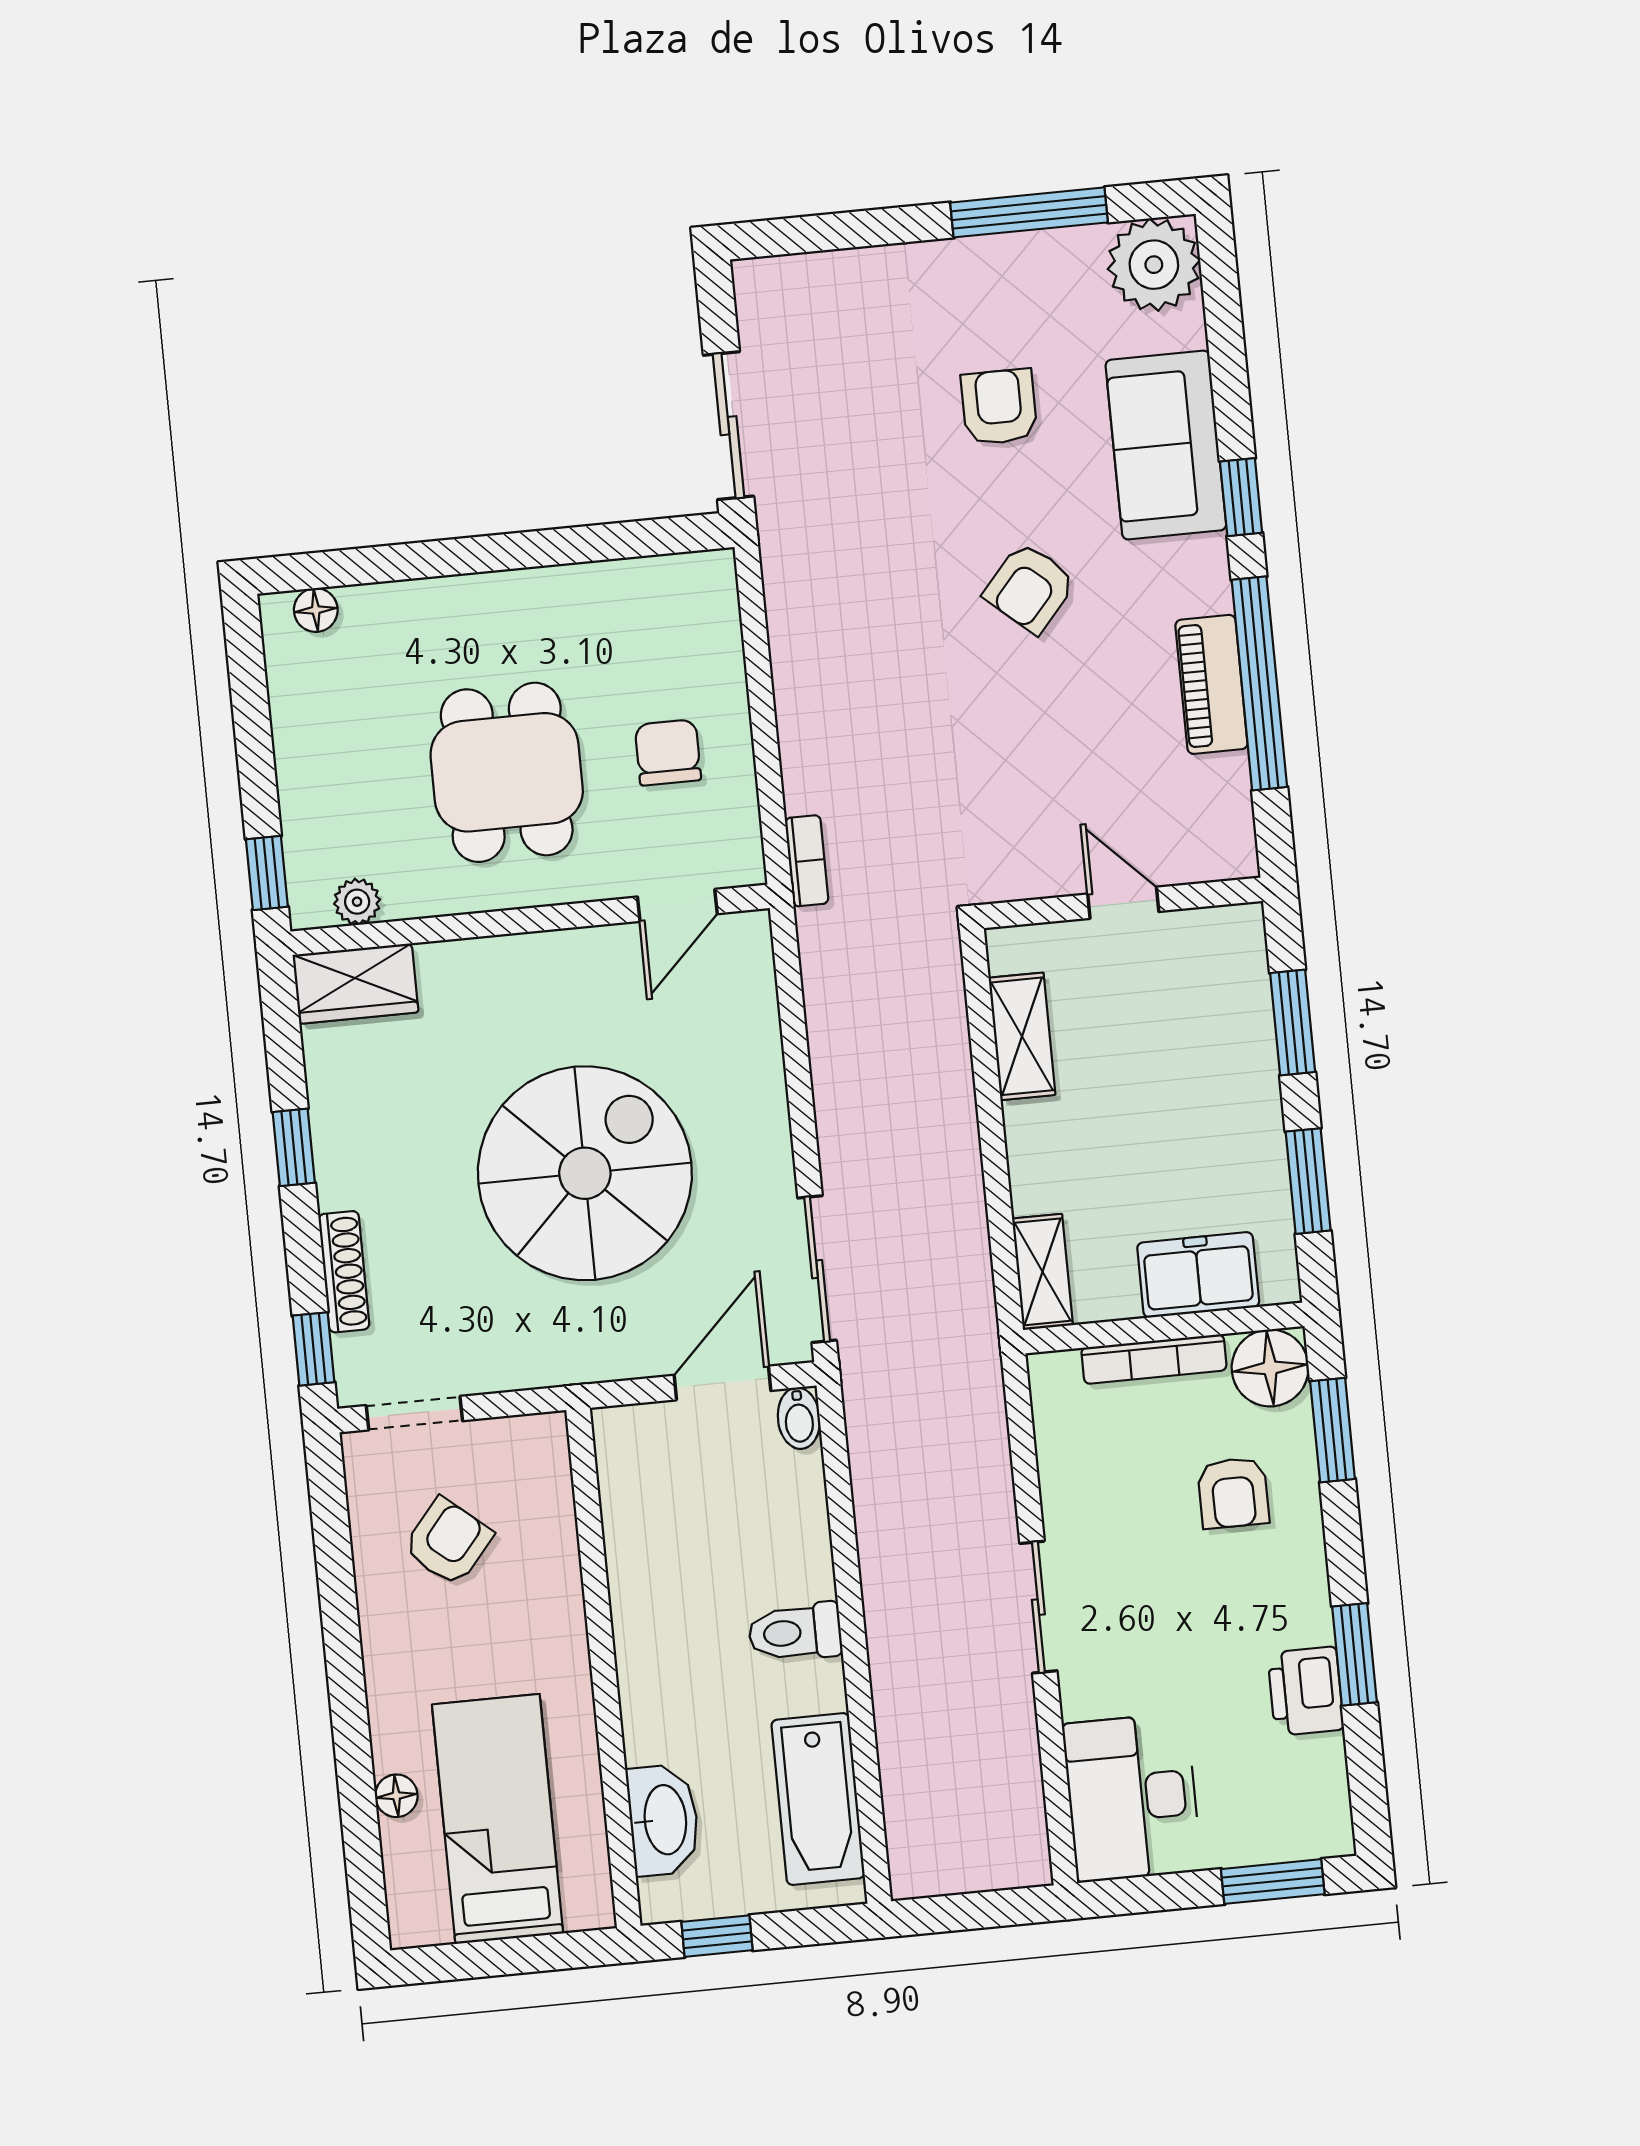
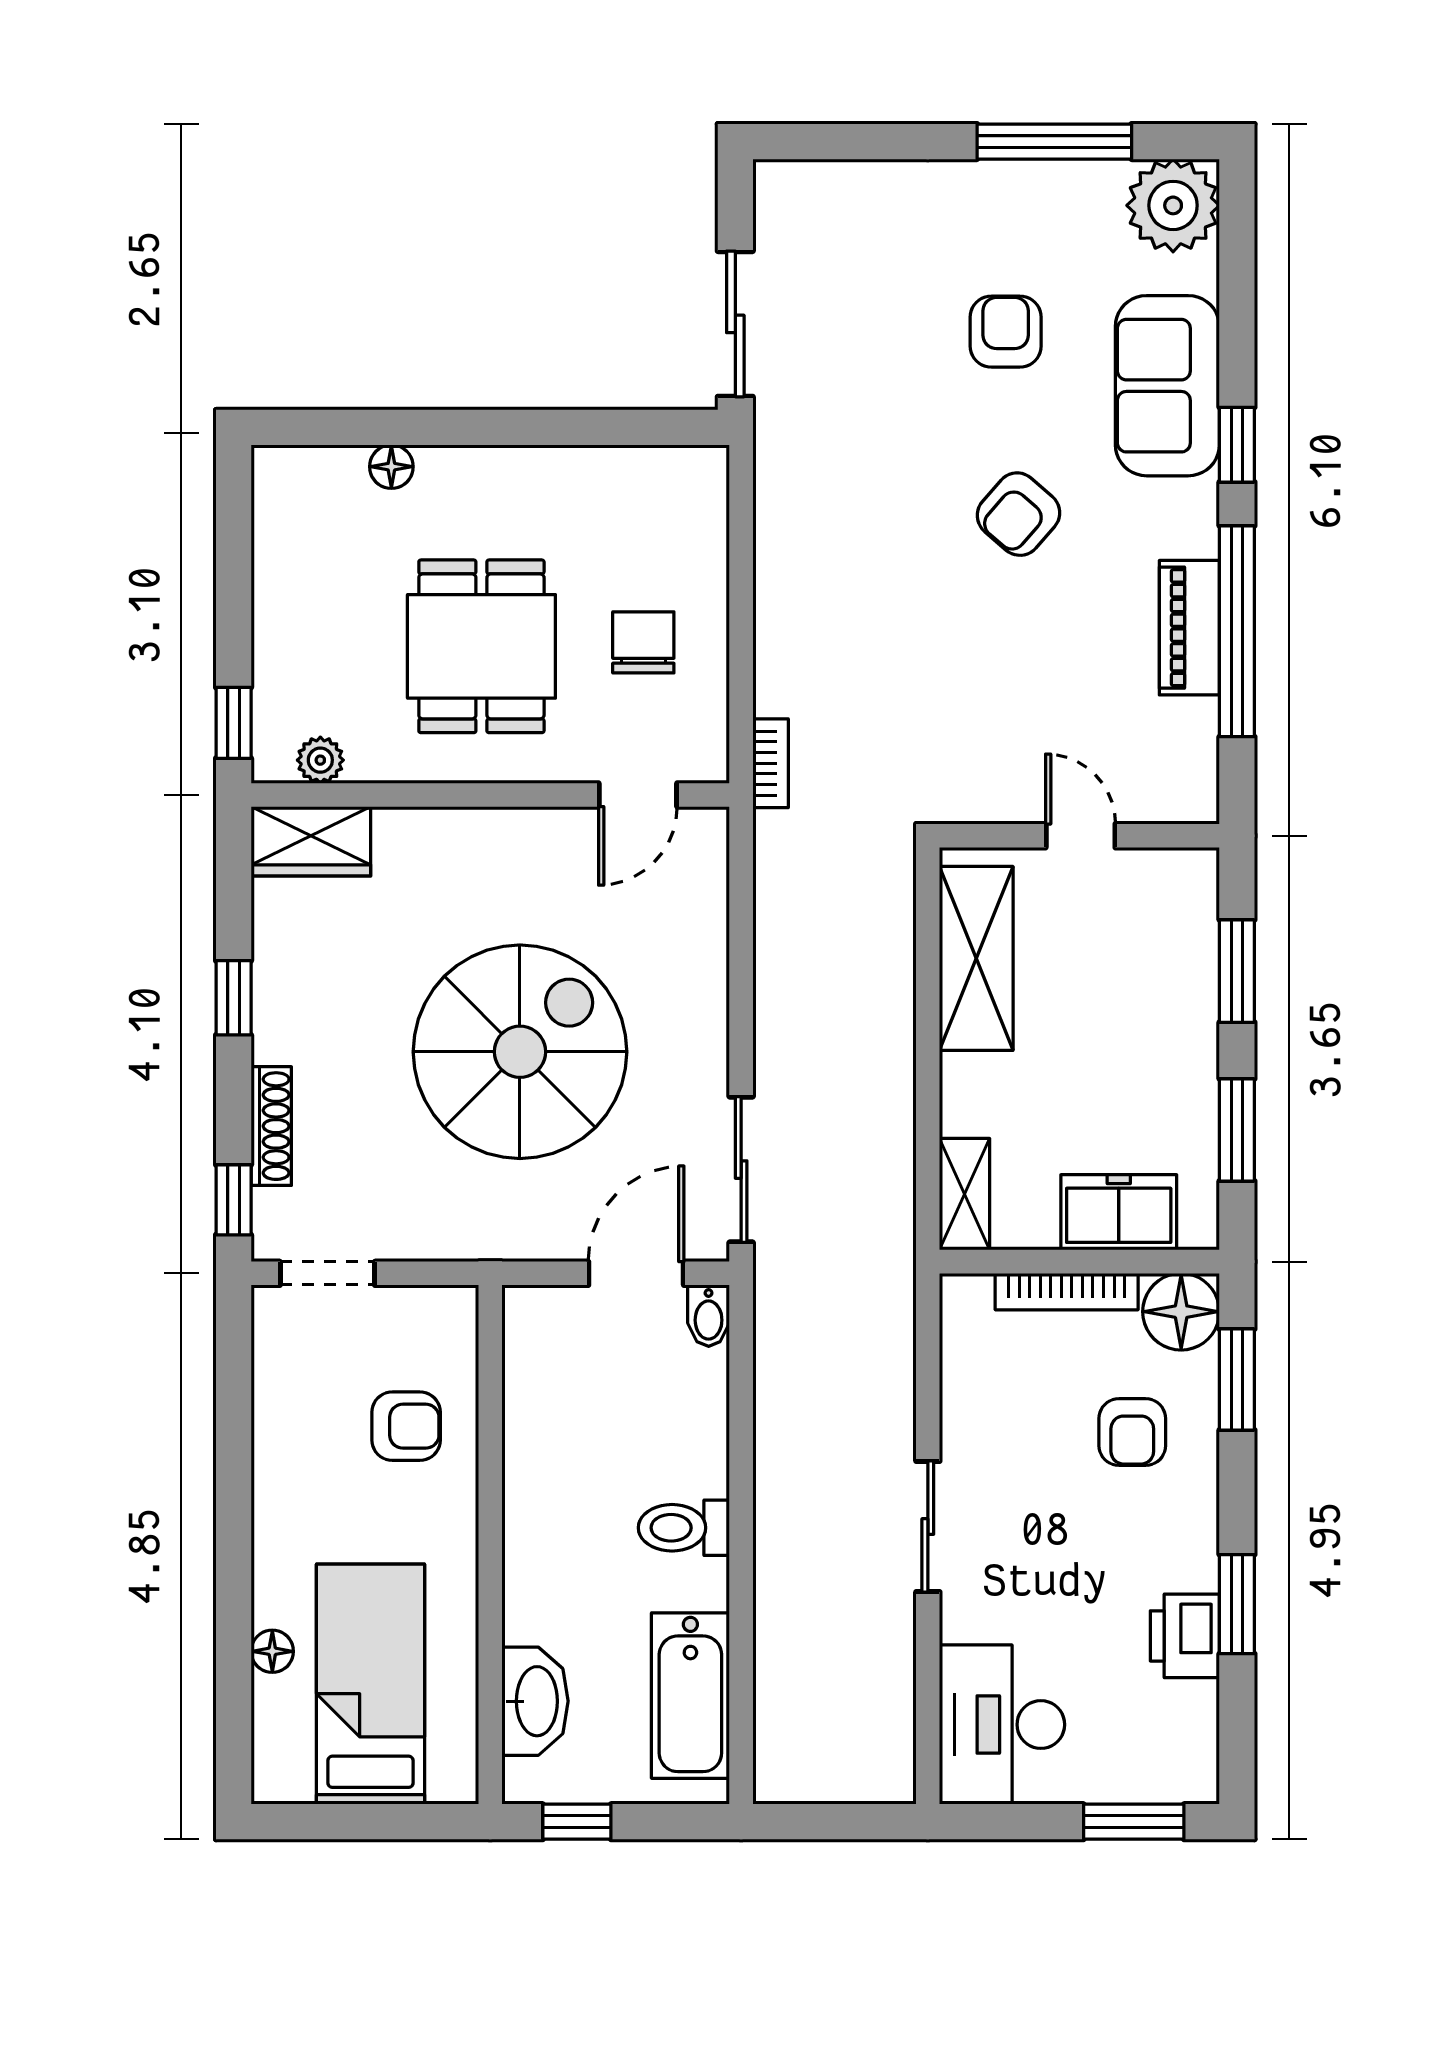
floor lamp: (316, 610) -> (391, 467), moved
shelving: (1022, 1036) -> (976, 958), width x1.50, depth x1.33
armchair: (448, 1542) -> (406, 1426), moved, turned 50

